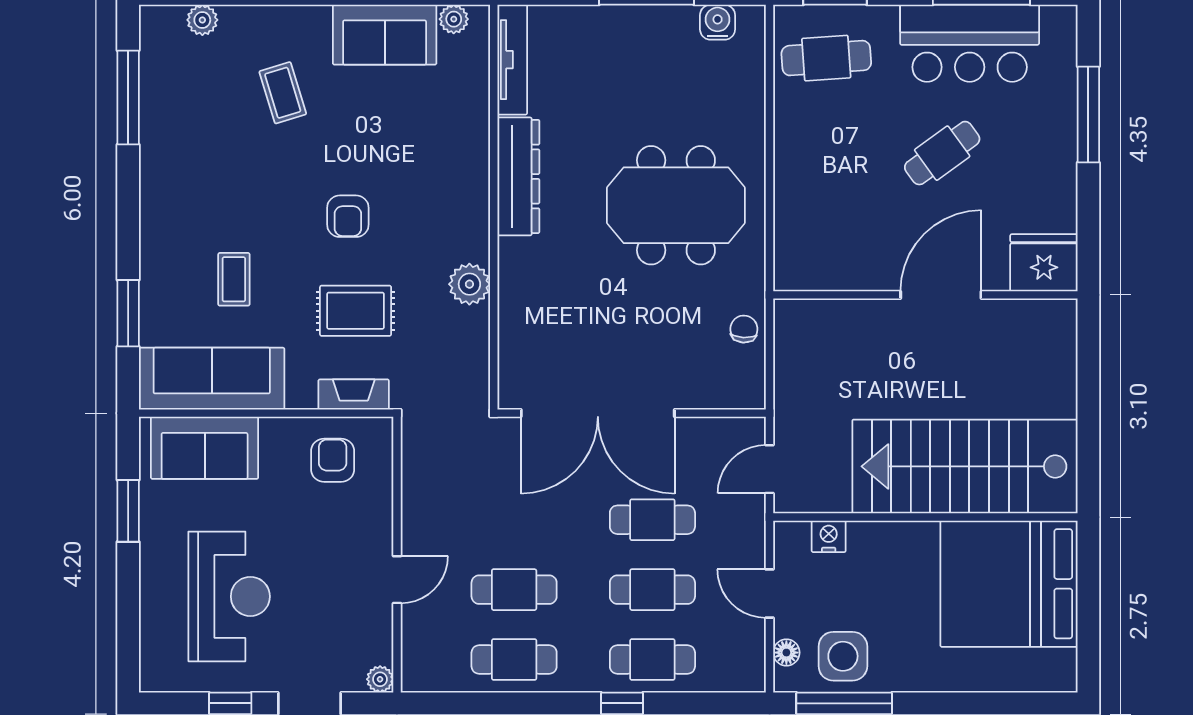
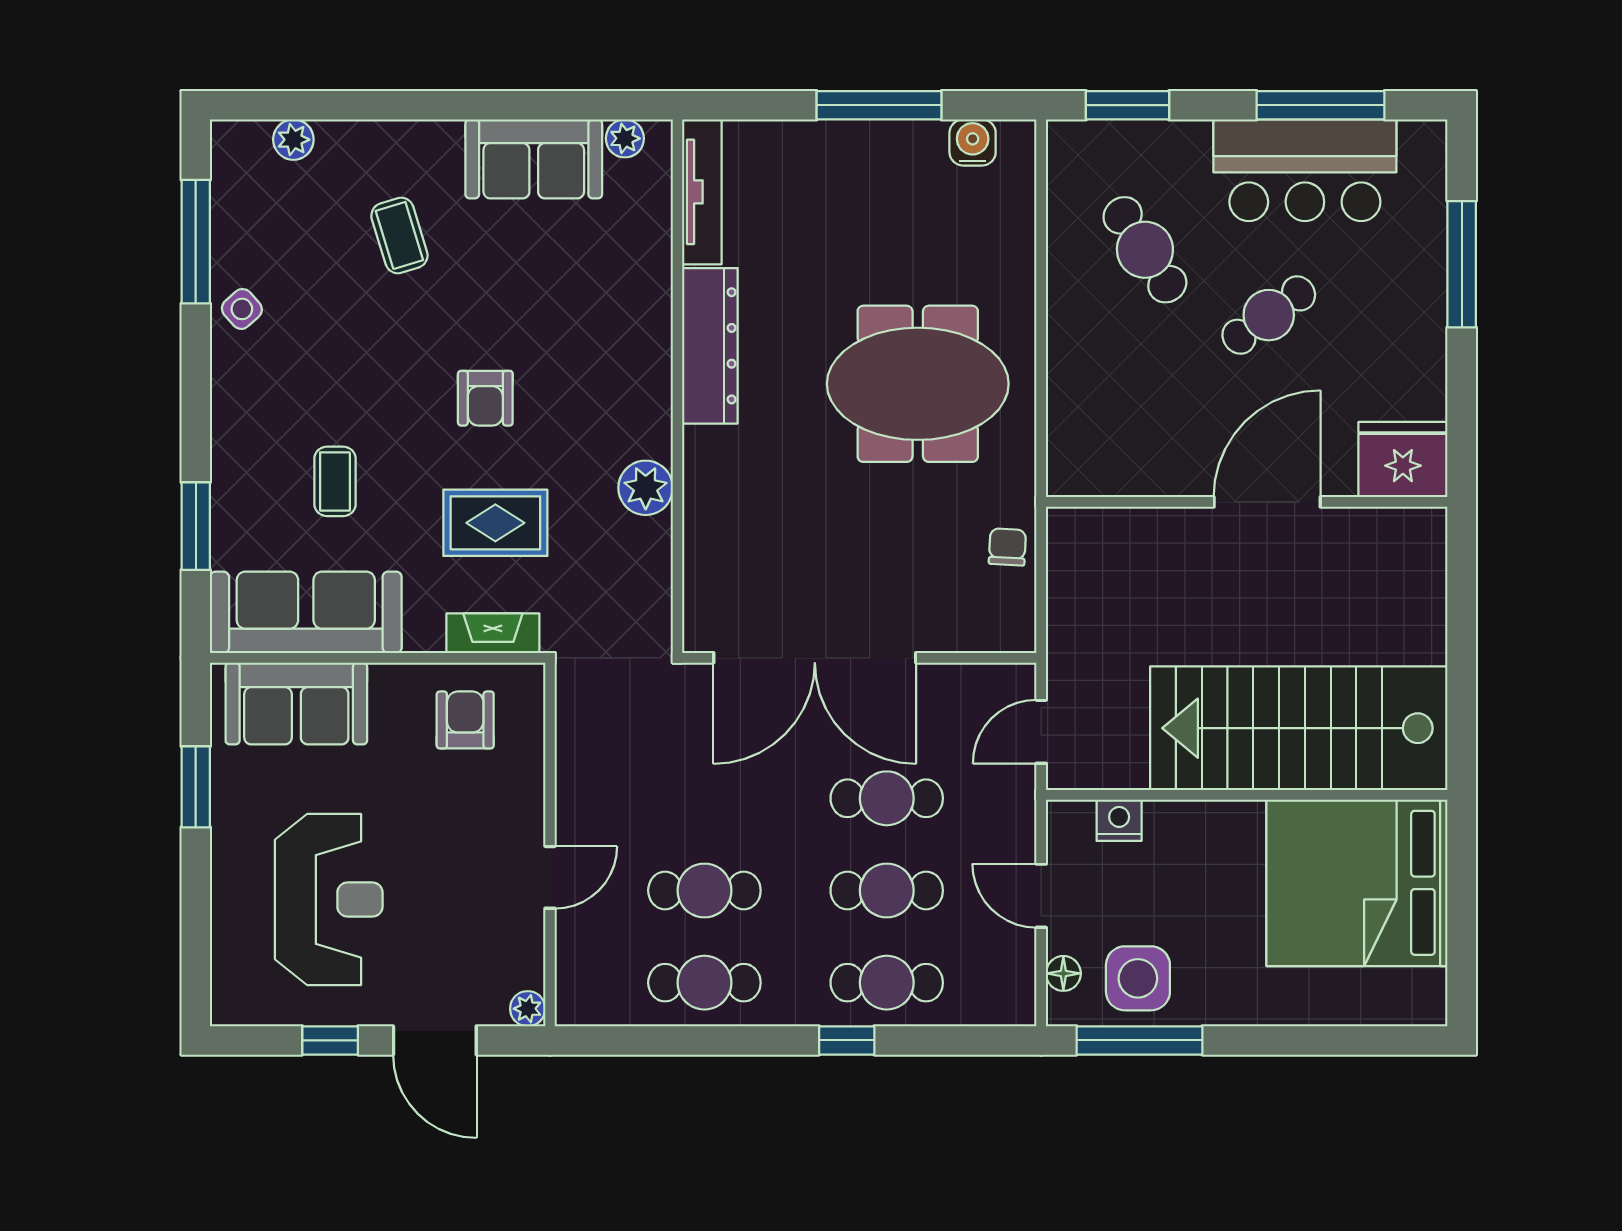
cafe table: (826, 58) -> (1145, 250), moved, turned 61
side table: (163, 148) -> (242, 309), added

